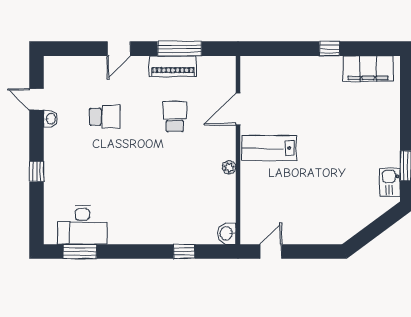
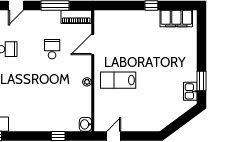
piano: (173, 66) -> (76, 17), moved
lab bench: (269, 148) -> (118, 80), moved

